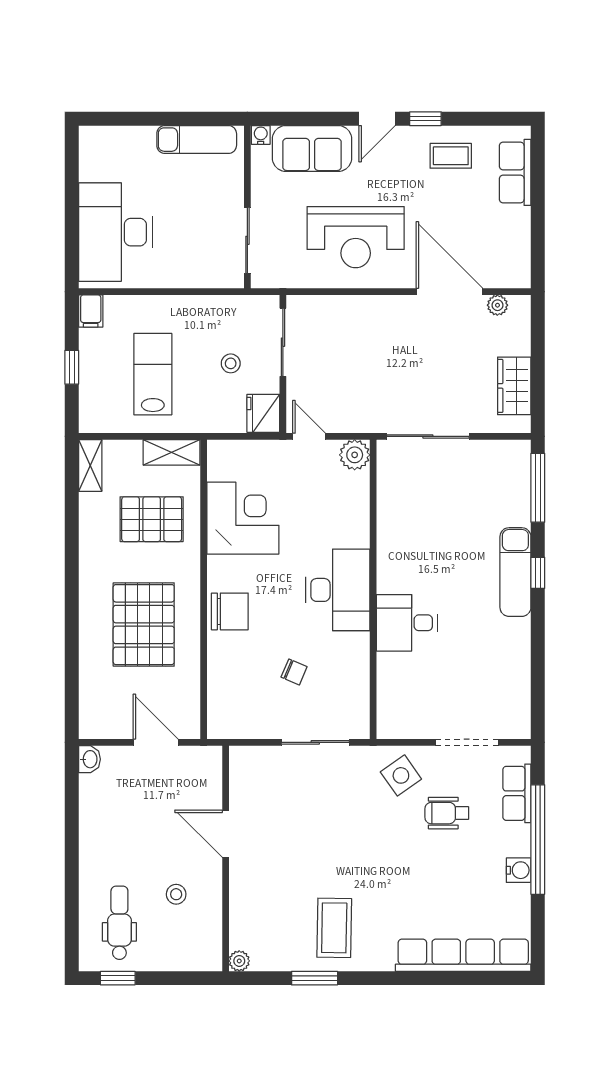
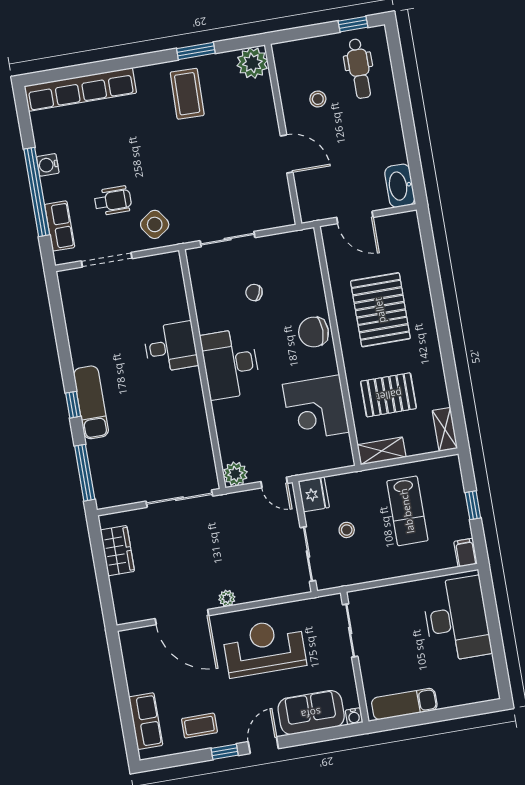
plant: (497, 305) -> (227, 598), moved
washbasin: (89, 759) -> (400, 186), width x1.91, depth x1.45
plant: (239, 961) -> (252, 63), width x1.88, depth x1.88

